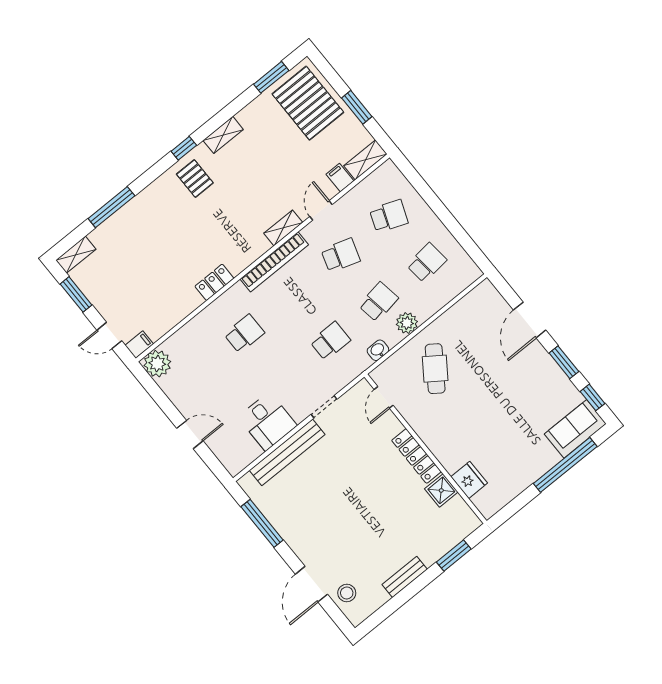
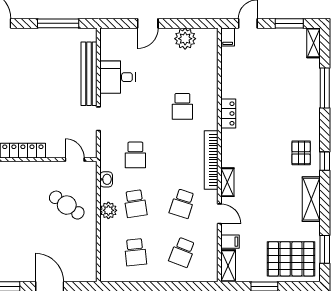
shelving: (223, 135) -> (311, 199), width x1.50, depth x1.33
pallet: (195, 179) -> (301, 153), turned 90
plant: (157, 364) -> (185, 39), moved

